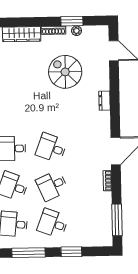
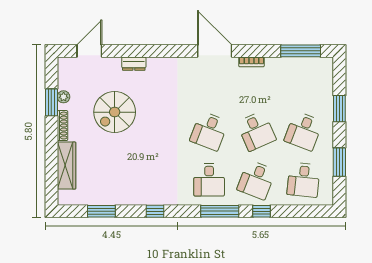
dresser: (104, 101) -> (134, 64), moved
window: (29, 253) -> (339, 162), width x0.69

